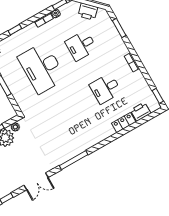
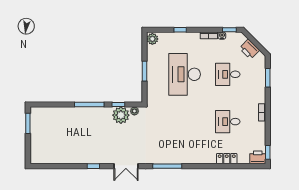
printer: (141, 112) -> (258, 157), moved

